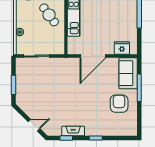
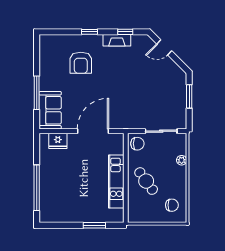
chair: (56, 46) -> (137, 144), added
armchair: (119, 104) -> (81, 63), moved

